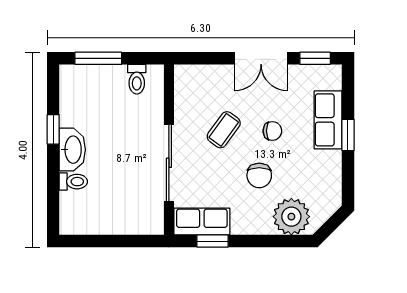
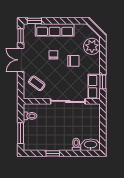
double door: (261, 58) -> (21, 60), swing flipped
row of seats: (328, 120) -> (55, 30), width x1.48
coffee table: (224, 130) -> (37, 83), moved
window: (348, 135) -> (34, 21), moved
washbasin: (72, 150) -> (91, 145), moved

